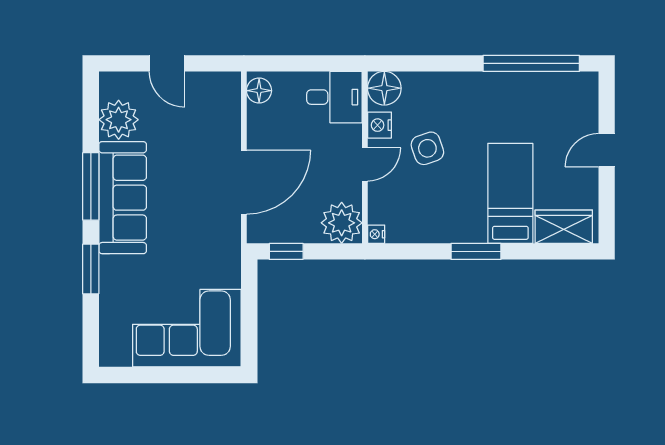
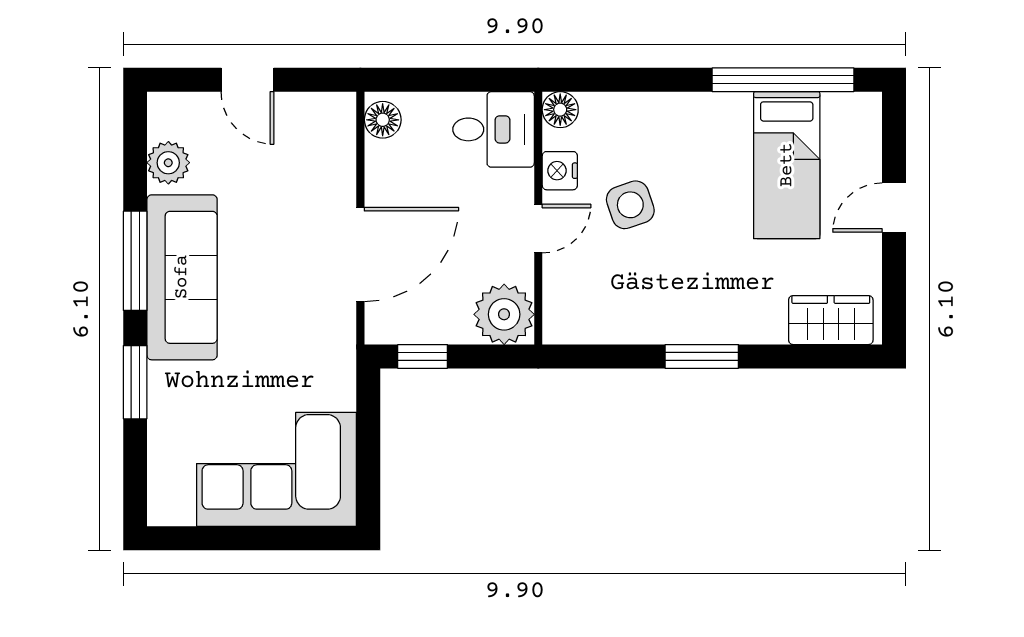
floor lamp: (384, 88) -> (560, 110), width x0.73, depth x0.73
plant: (119, 120) -> (168, 163), width x0.73, depth x0.73
bed: (510, 193) -> (787, 165), moved, turned 180
nightstand: (376, 234) -> (555, 331), removed

